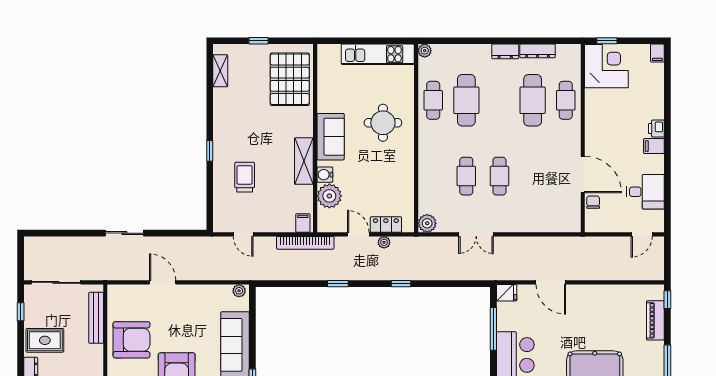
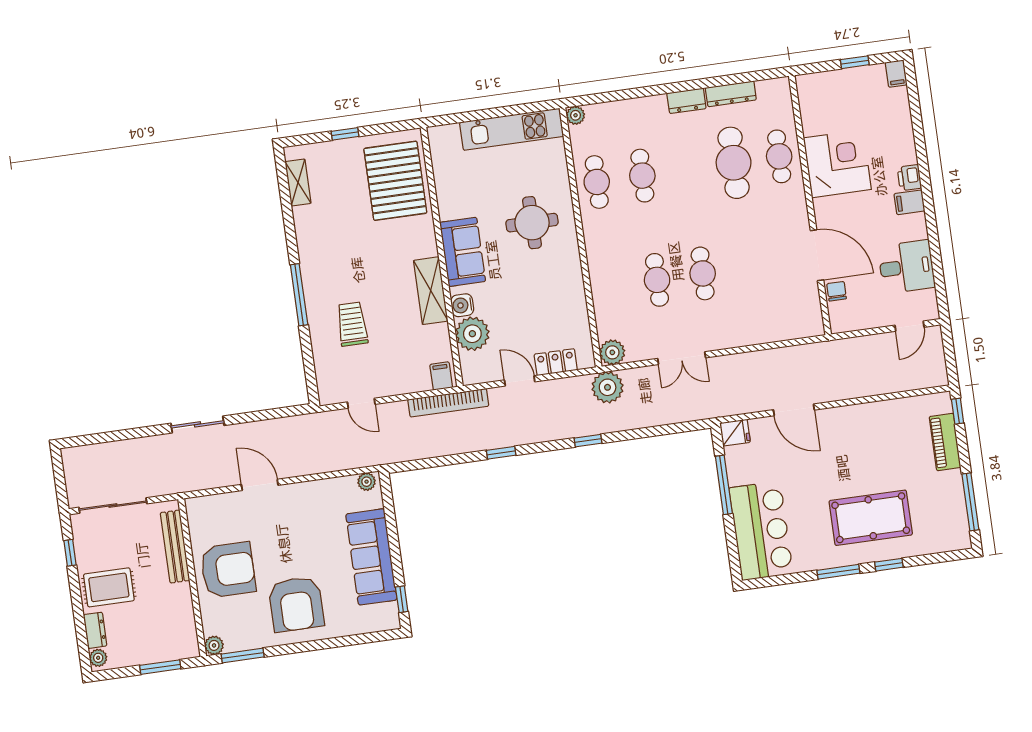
window: (607, 41) -> (855, 62), moved
corner desk: (606, 66) -> (837, 164), moved
cafe table: (466, 100) -> (642, 176), width x0.73, depth x0.74
window: (210, 151) -> (299, 295), width x2.17
plant: (384, 242) -> (608, 387), moved, width x1.88, depth x1.88

